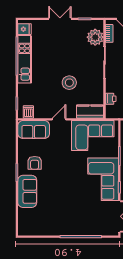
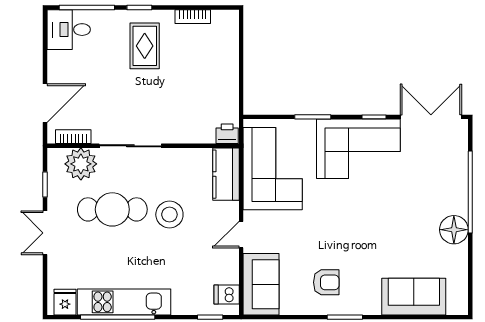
cafe table: (72, 53) -> (112, 209), added
printer: (111, 99) -> (227, 134), moved
door: (59, 119) -> (241, 235), hinge flipped
sofa: (27, 191) -> (414, 297), moved
floor lamp: (62, 228) -> (454, 230), added

